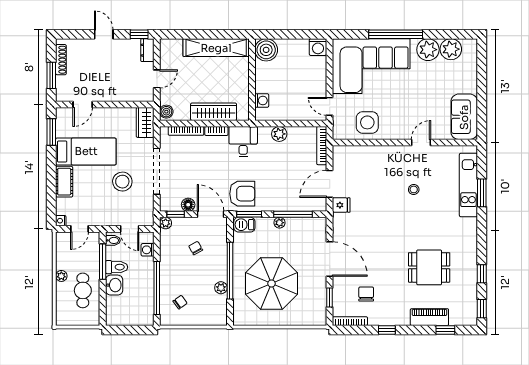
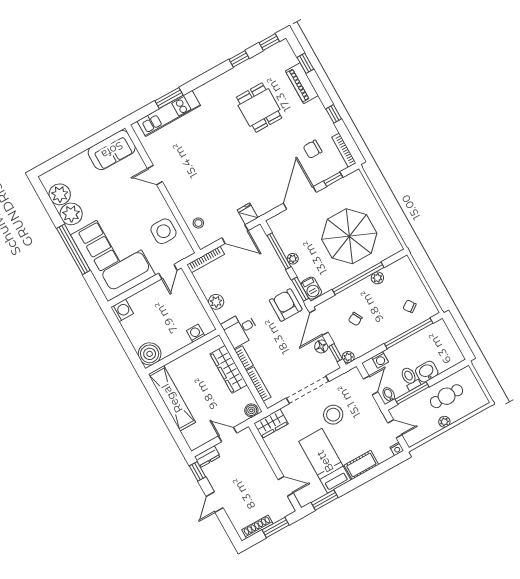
stool: (414, 189) -> (198, 223), moved

